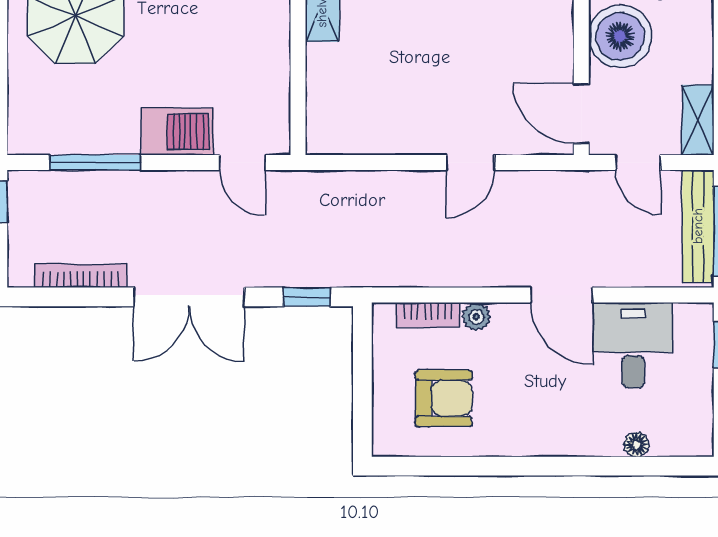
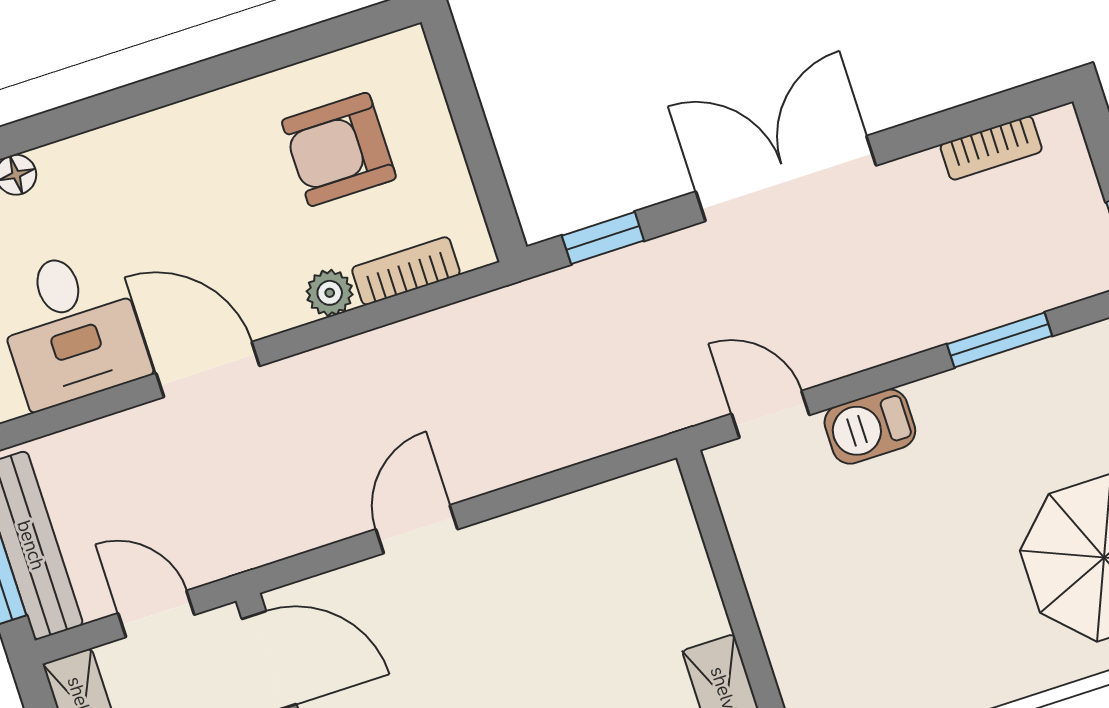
barbecue: (177, 132) -> (870, 427), width x0.73, depth x0.79
window: (95, 163) -> (999, 340), width x0.69
bookcase: (81, 276) -> (991, 148), width x0.64

